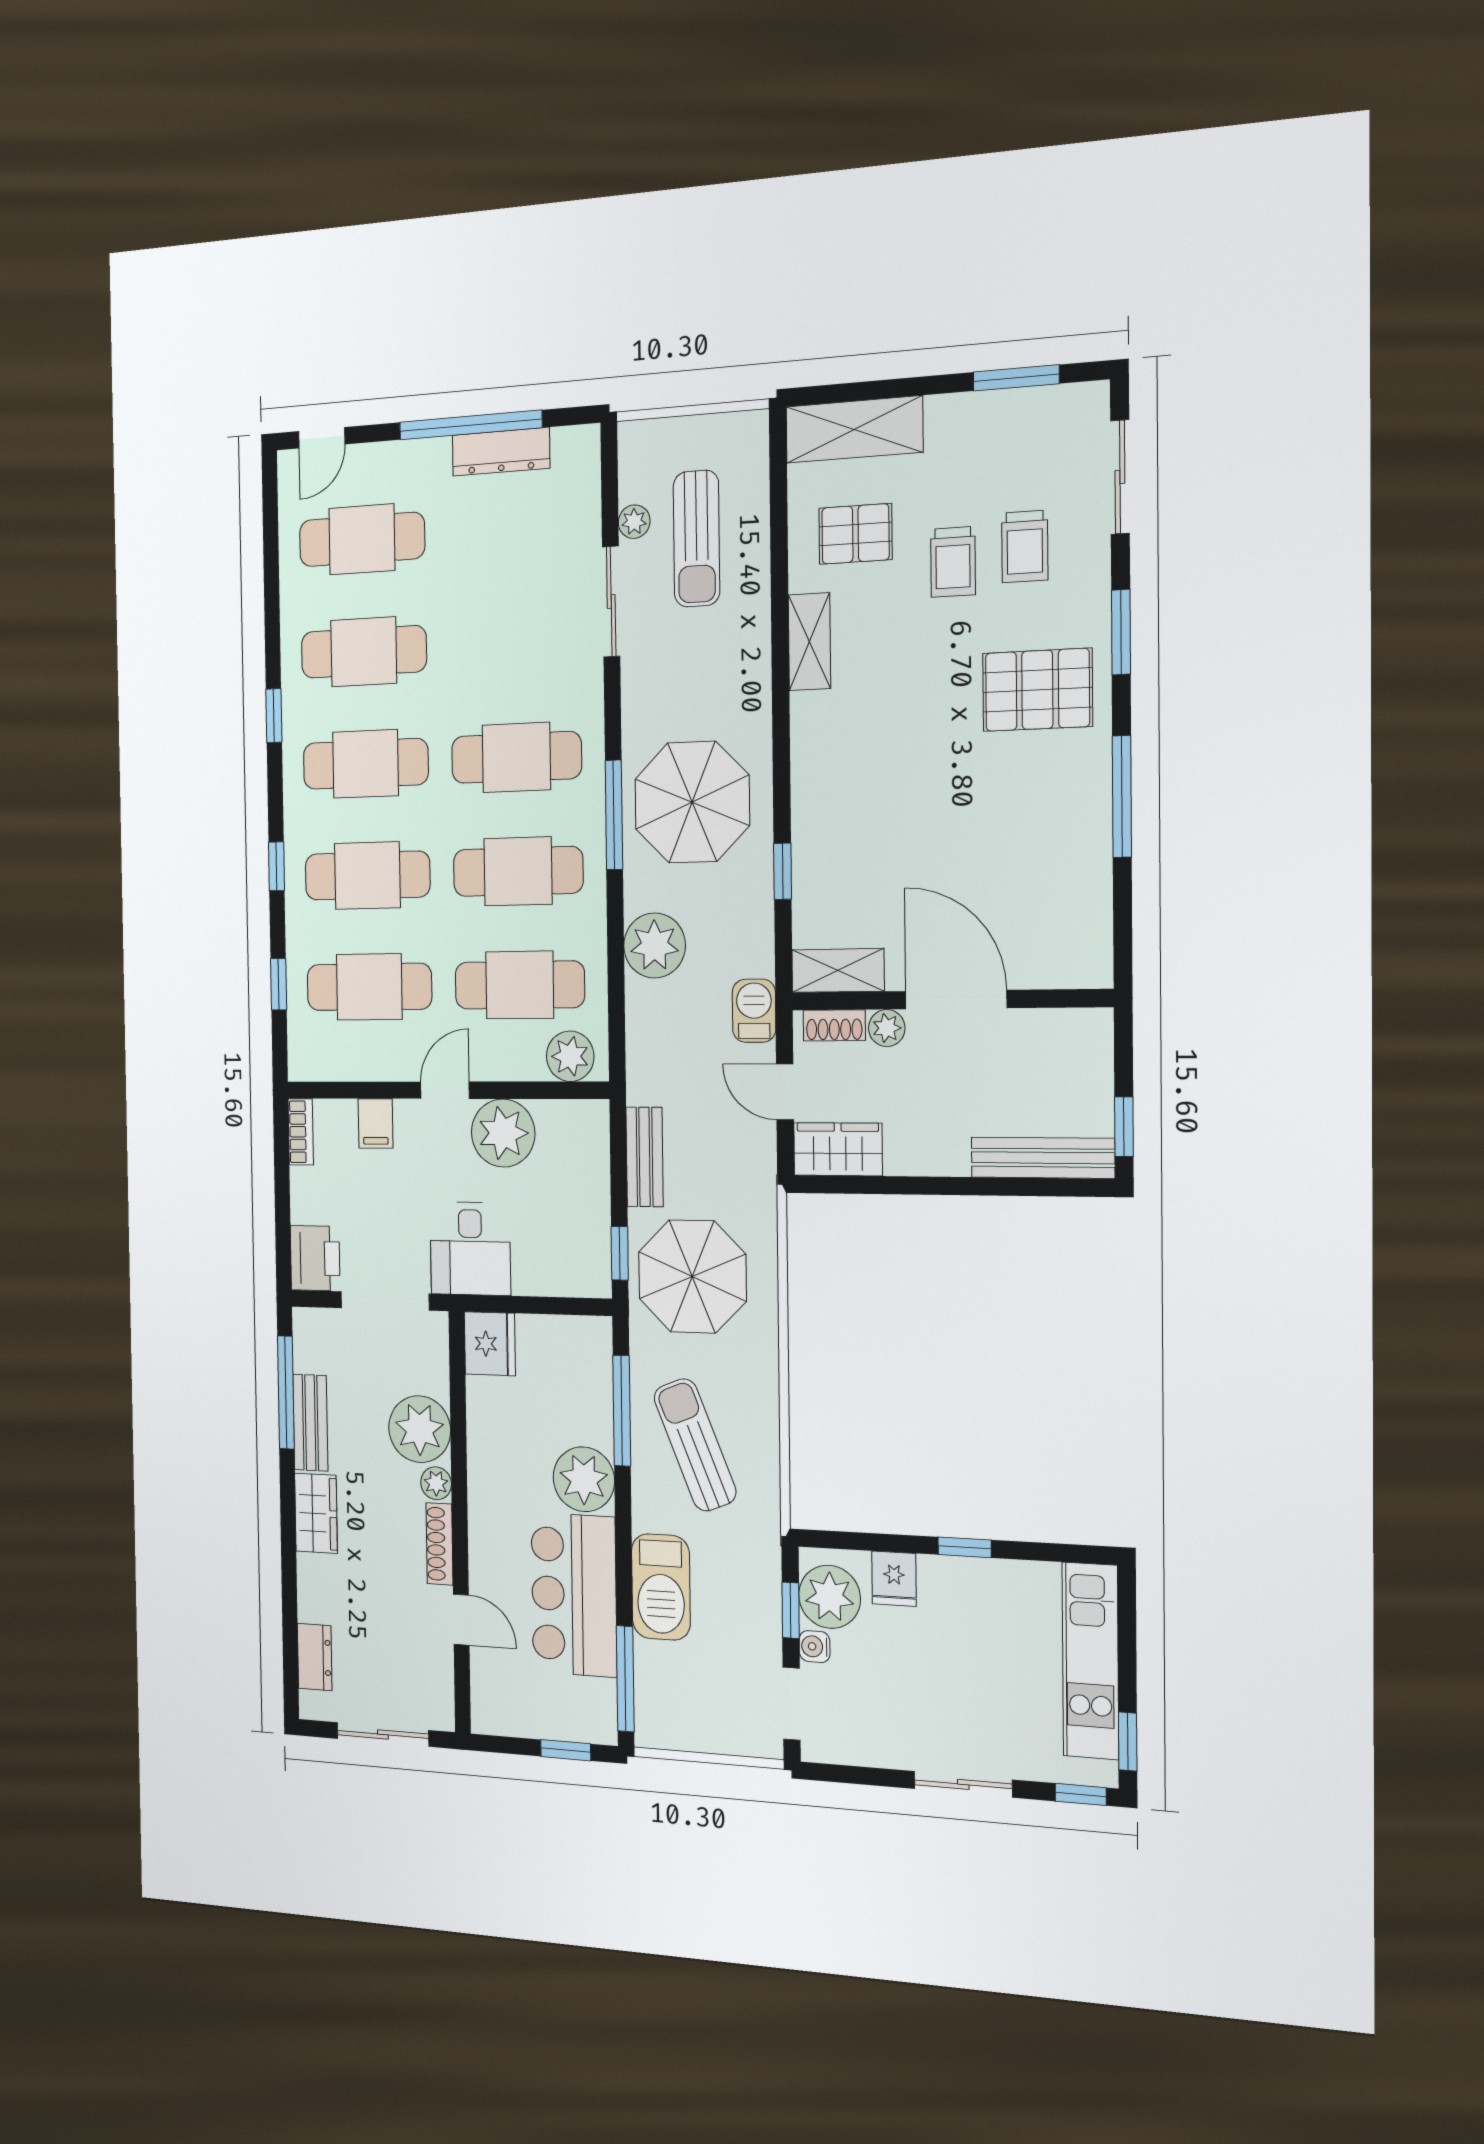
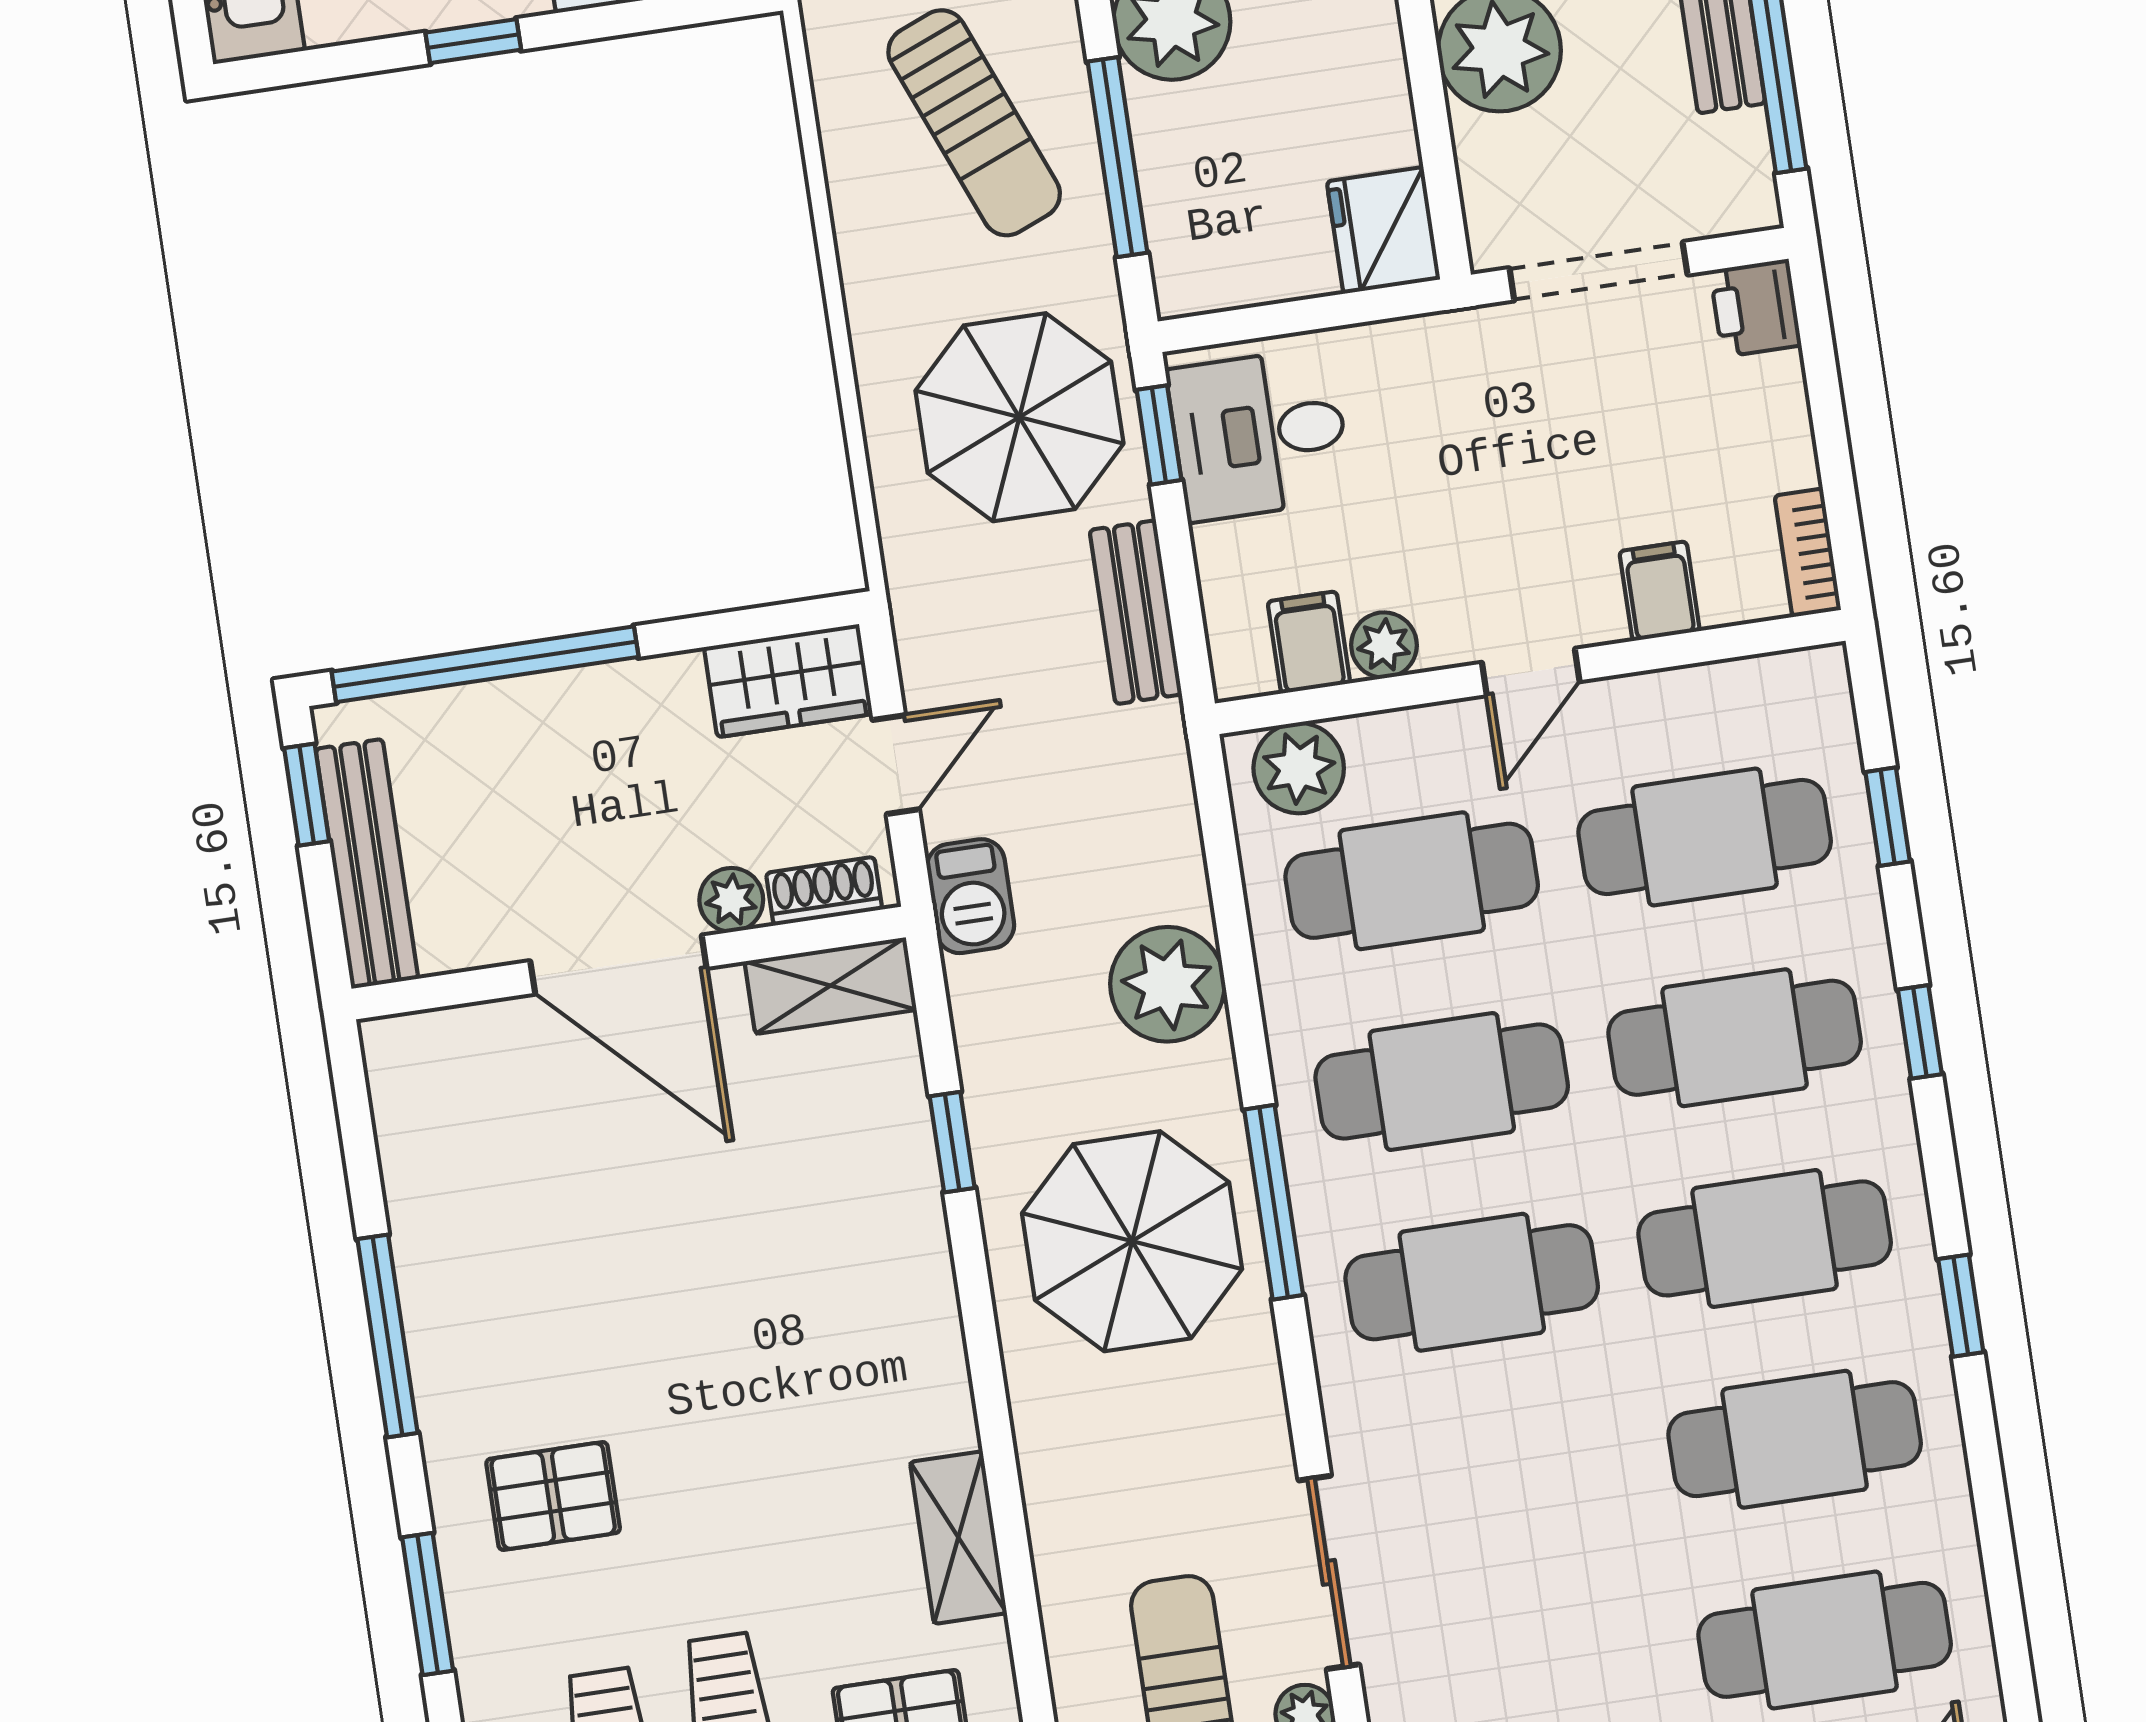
pallet: (1037, 690) -> (553, 1496), width x0.67, depth x0.71
door: (785, 1092) -> (896, 765), hinge flipped
filing cabinet: (556, 1125) -> (1309, 642), added
plant: (503, 1133) -> (1384, 645), width x0.53, depth x0.53
bench: (1043, 1158) -> (367, 864), moved, turned 90
window: (1008, 1187) -> (485, 664), added
desk: (470, 1249) -> (1259, 434), moved, turned -90
printer: (315, 1258) -> (1756, 308), width x0.73, depth x0.81

